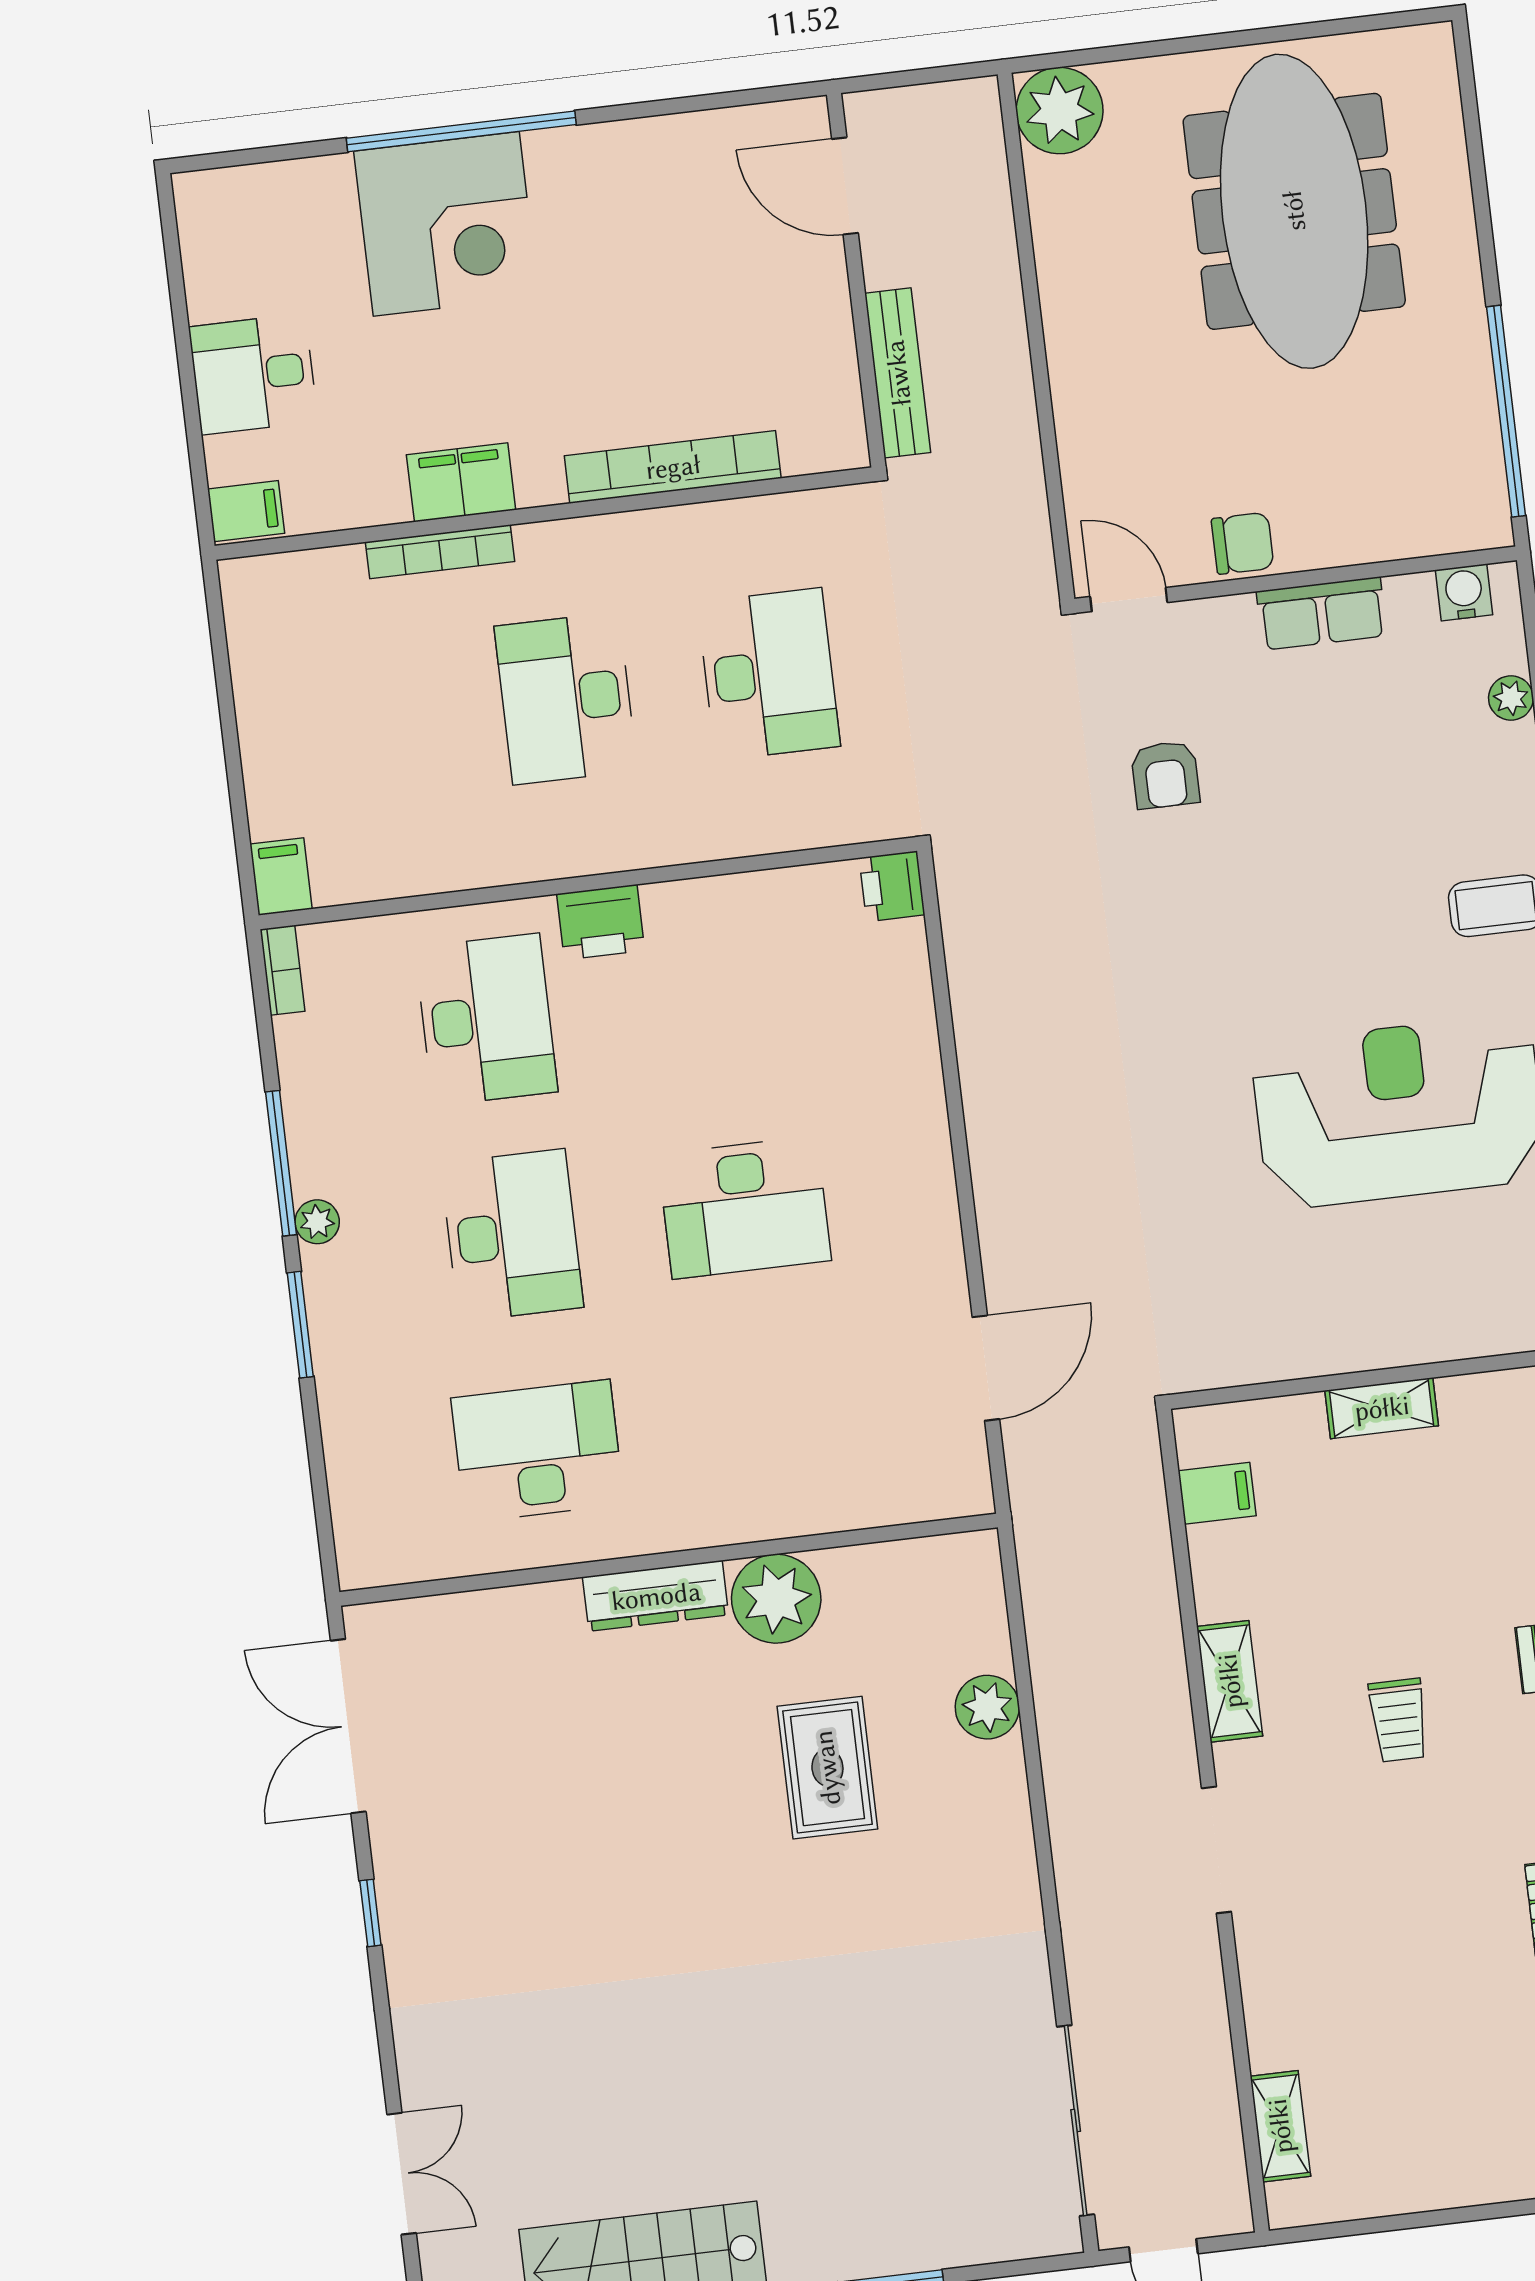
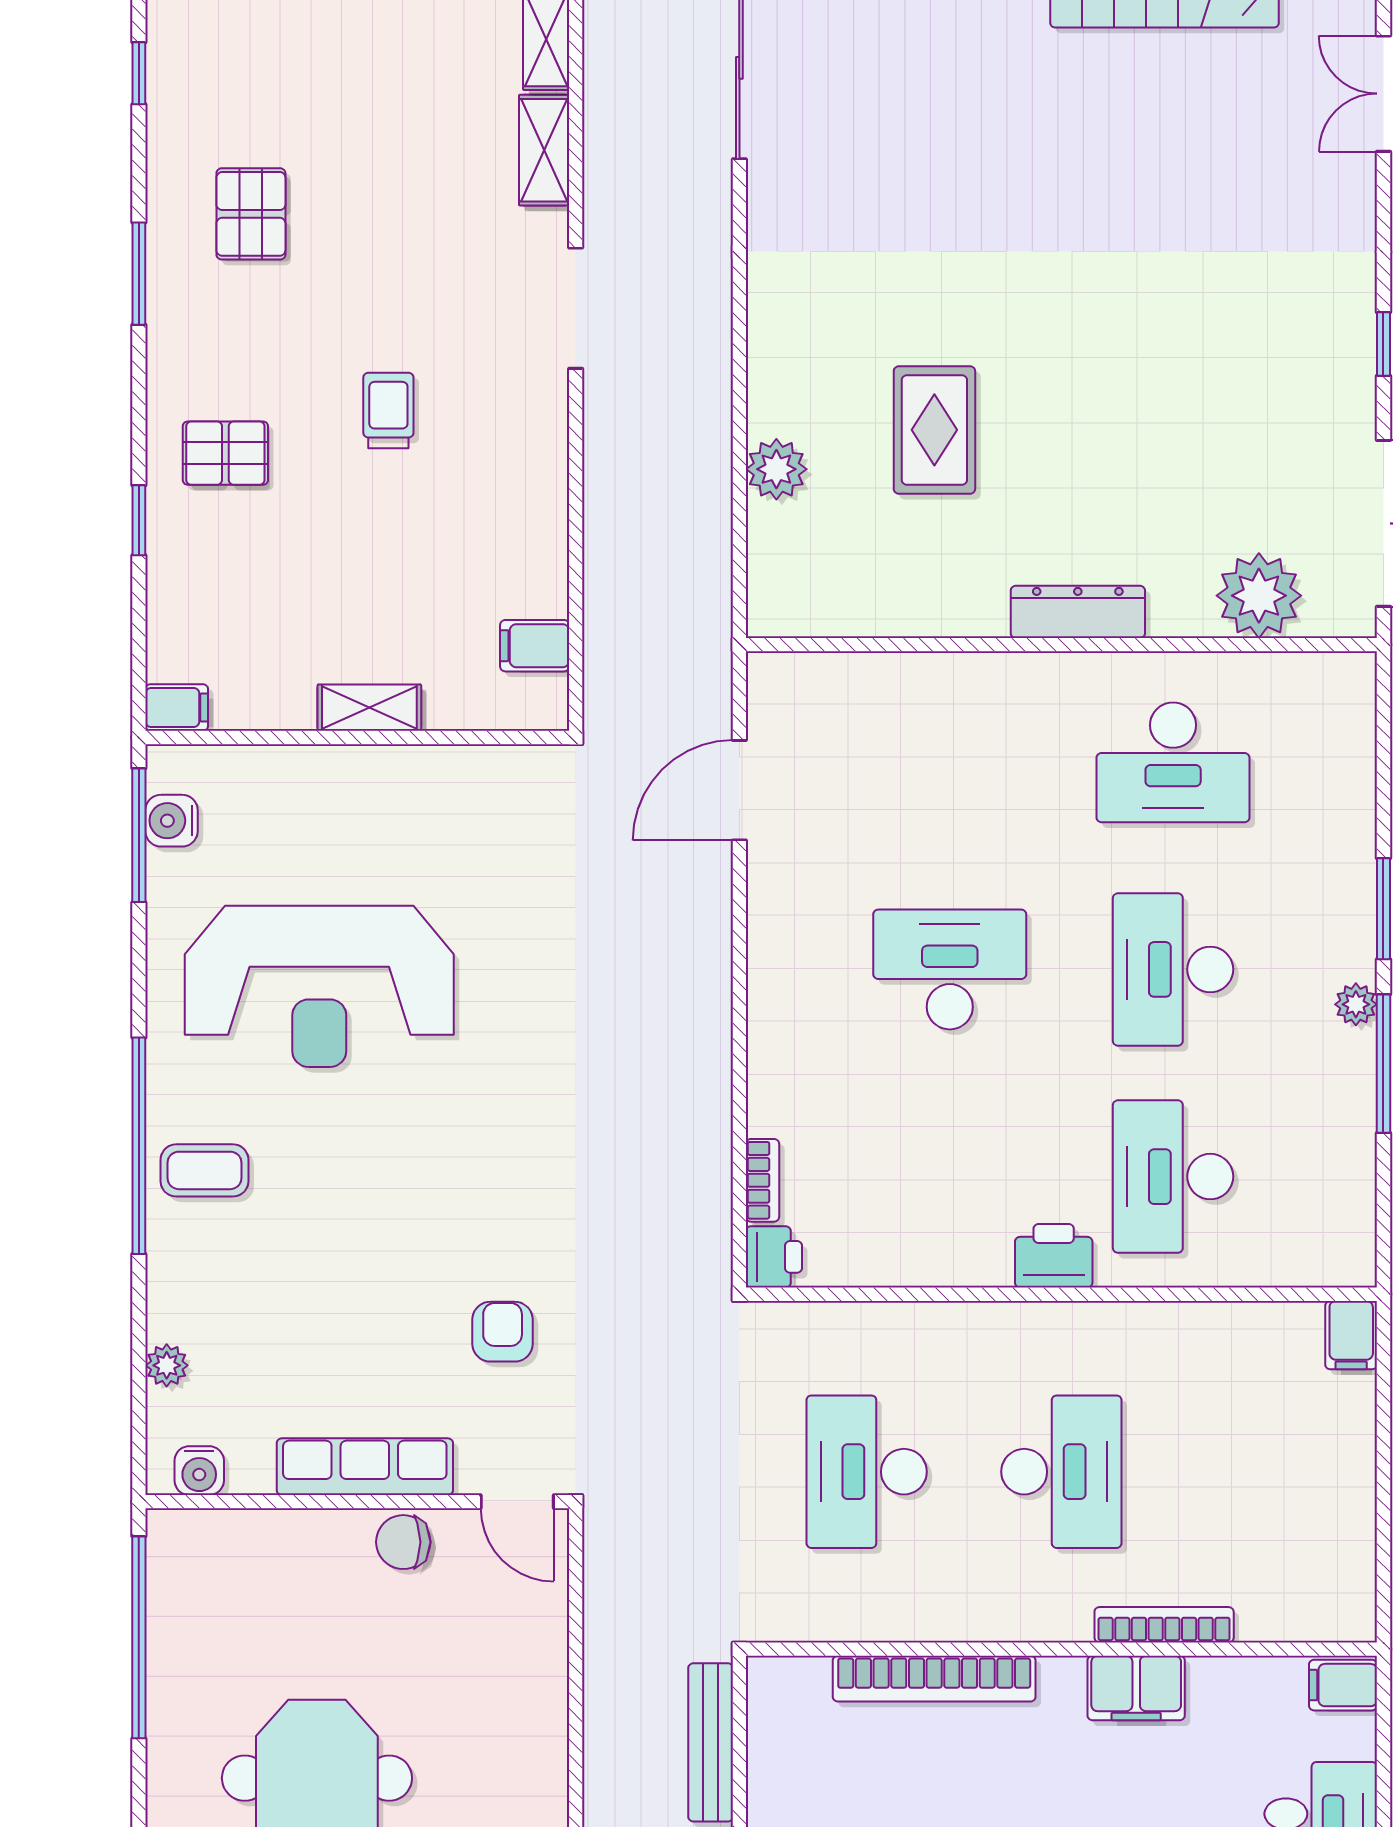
row of seats: (1322, 614) -> (365, 1467), width x1.48
bookcase: (282, 970) -> (762, 1180), moved, turned 180
plant: (776, 1599) -> (1259, 596), moved
shelving: (1230, 1681) -> (544, 150), moved

